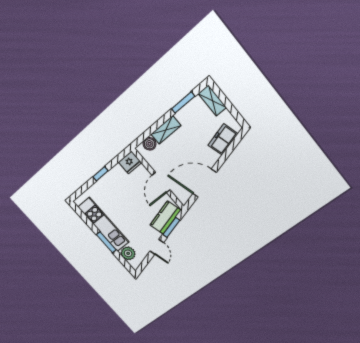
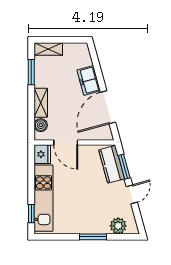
freezer: (223, 139) -> (89, 80), moved
window: (101, 174) -> (31, 214), moved
door: (161, 183) -> (66, 143), moved
kitchen unit: (104, 224) -> (43, 198), moved, turned 90
door: (157, 247) -> (132, 194), hinge flipped

